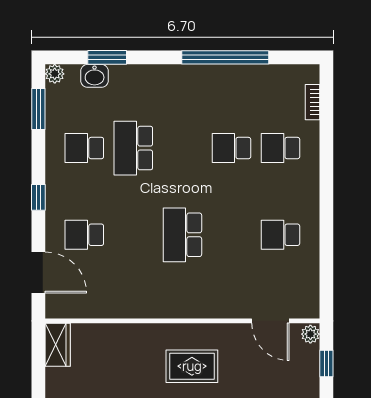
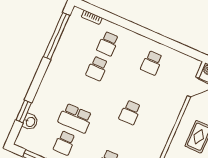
window: (225, 57) -> (57, 36), moved
plant: (55, 74) -> (20, 142), removed
school desk: (182, 235) -> (130, 112), width x0.54

